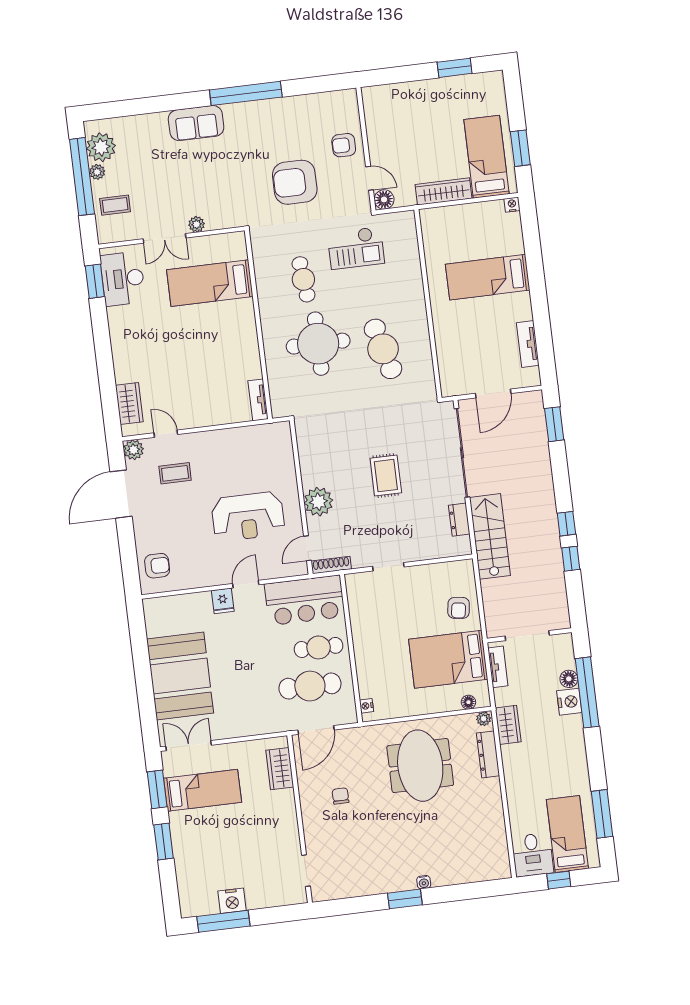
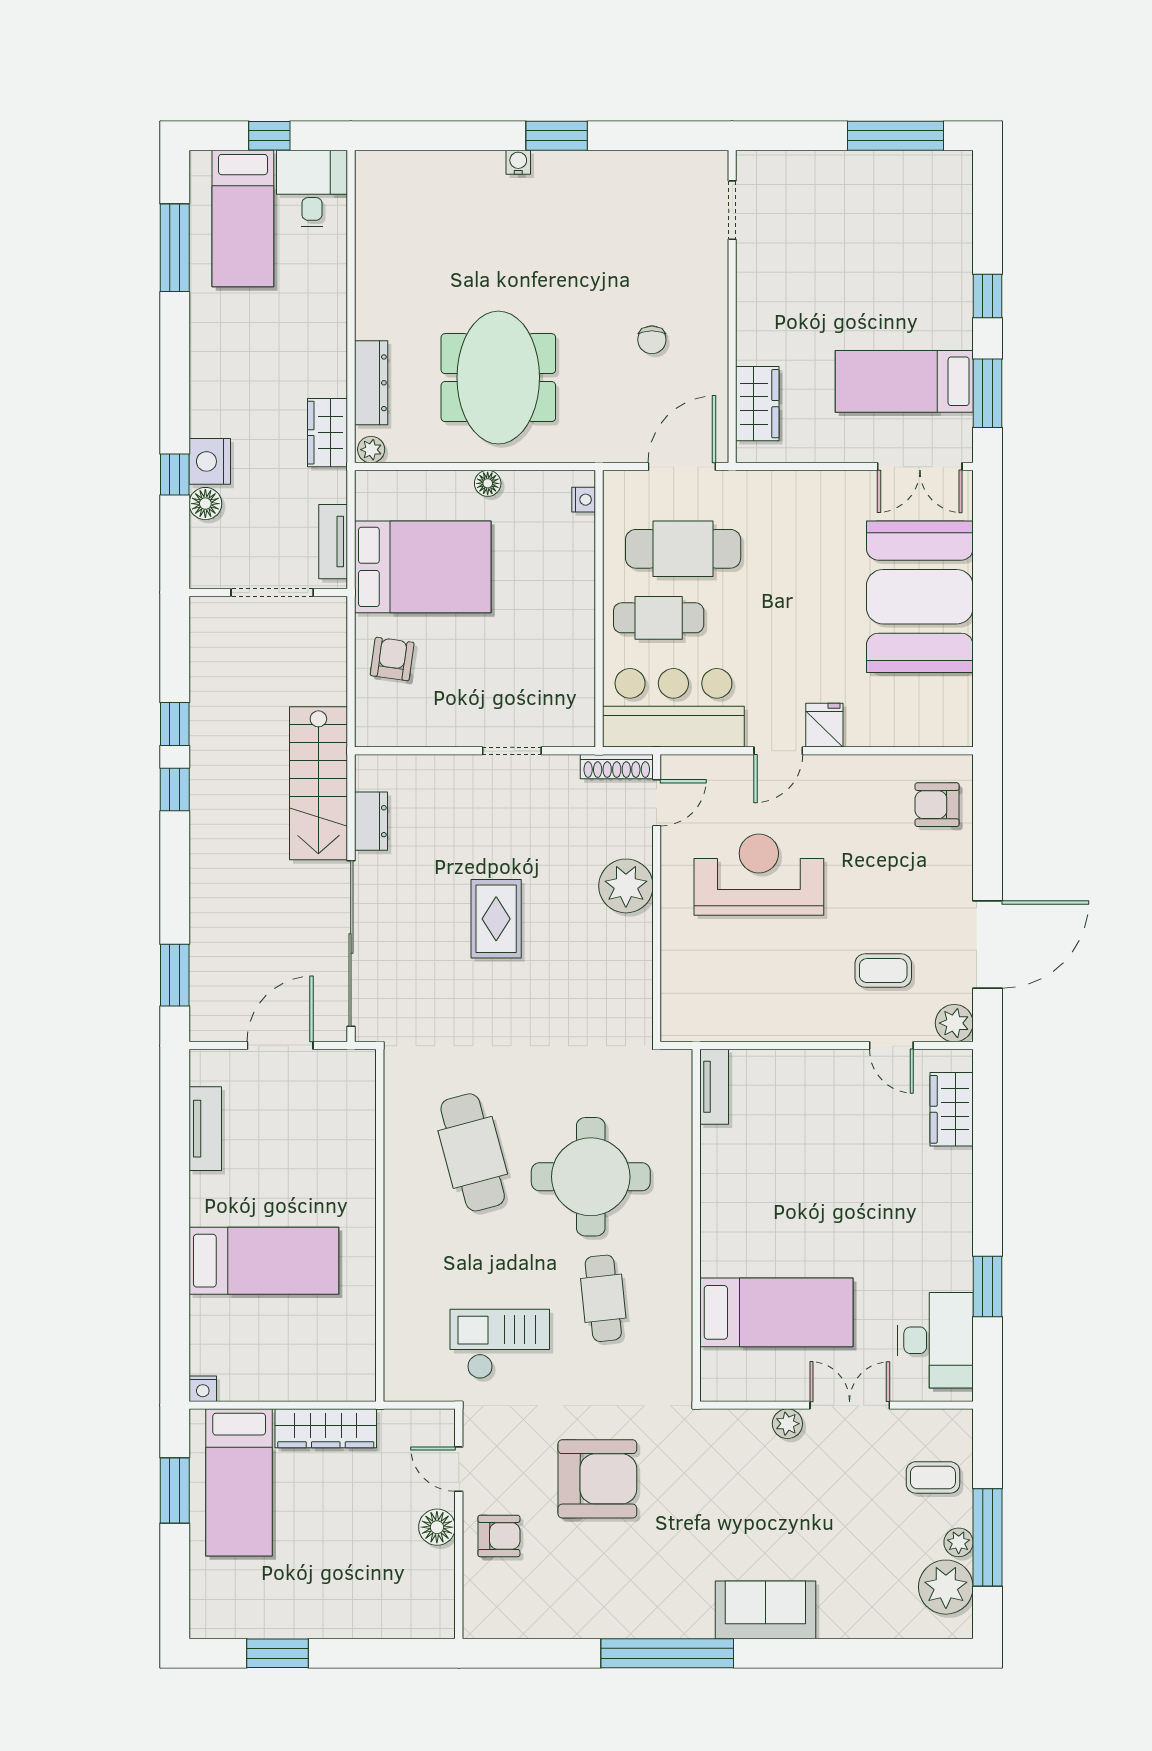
window: (82, 177) -> (987, 1537), width x0.68
floor lamp: (384, 199) -> (437, 1527), moved
window: (95, 281) -> (987, 1287), moved
window: (587, 692) -> (175, 474), width x0.32
floor lamp: (468, 702) -> (488, 483), moved
window: (164, 841) -> (987, 296), width x0.67
nightstand: (232, 901) -> (875, 171), removed

